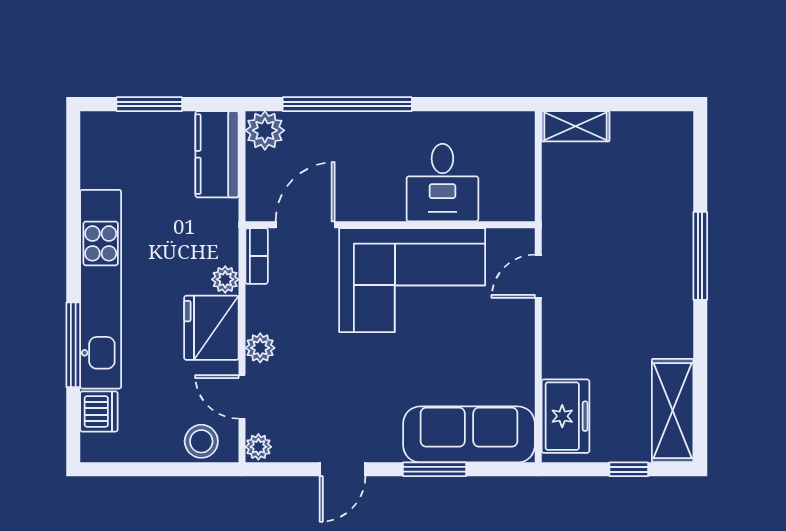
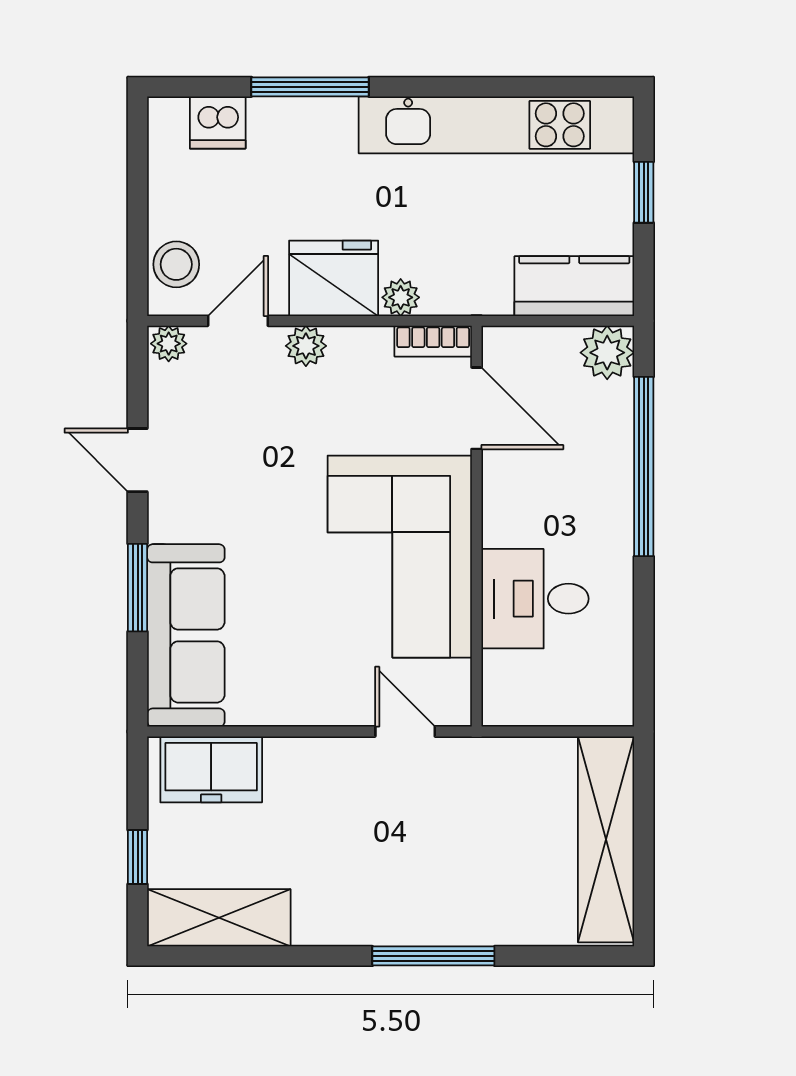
window: (149, 104) -> (644, 192), width x0.67
shelving: (575, 126) -> (606, 839), width x2.20, depth x1.33
kitchen unit: (101, 289) -> (496, 125), moved

